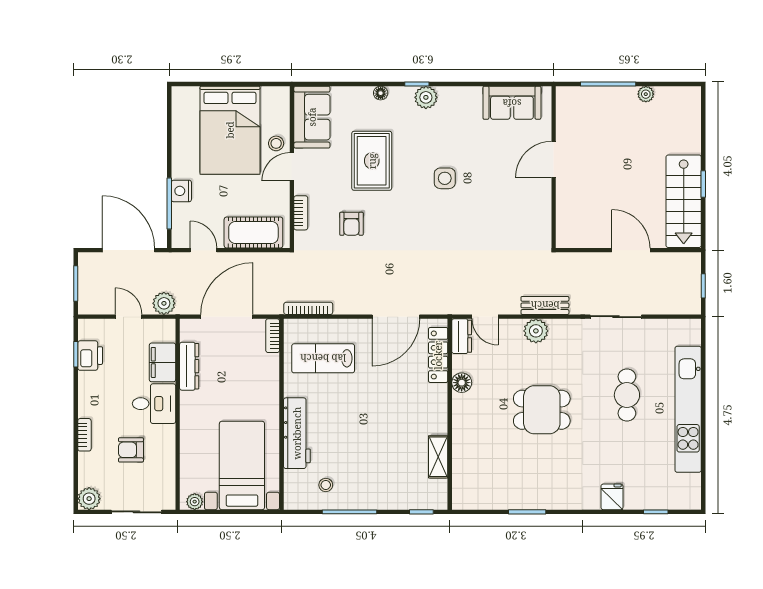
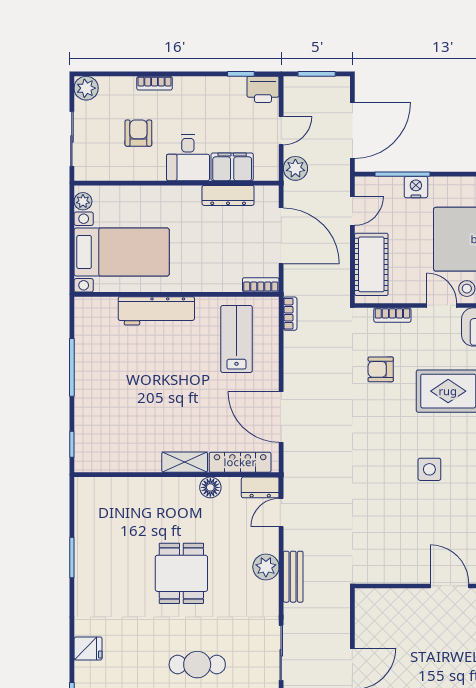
bookcase: (308, 308) -> (290, 314), width x0.64
printer: (90, 356) -> (263, 89), moved
shelving: (438, 457) -> (185, 462), moved
stool: (326, 485) -> (101, 342), removed

